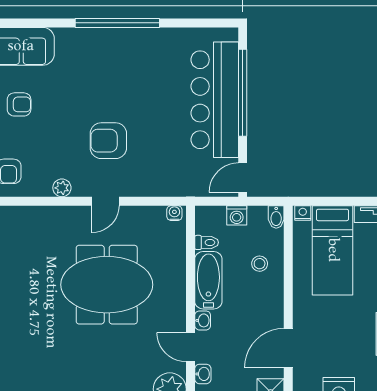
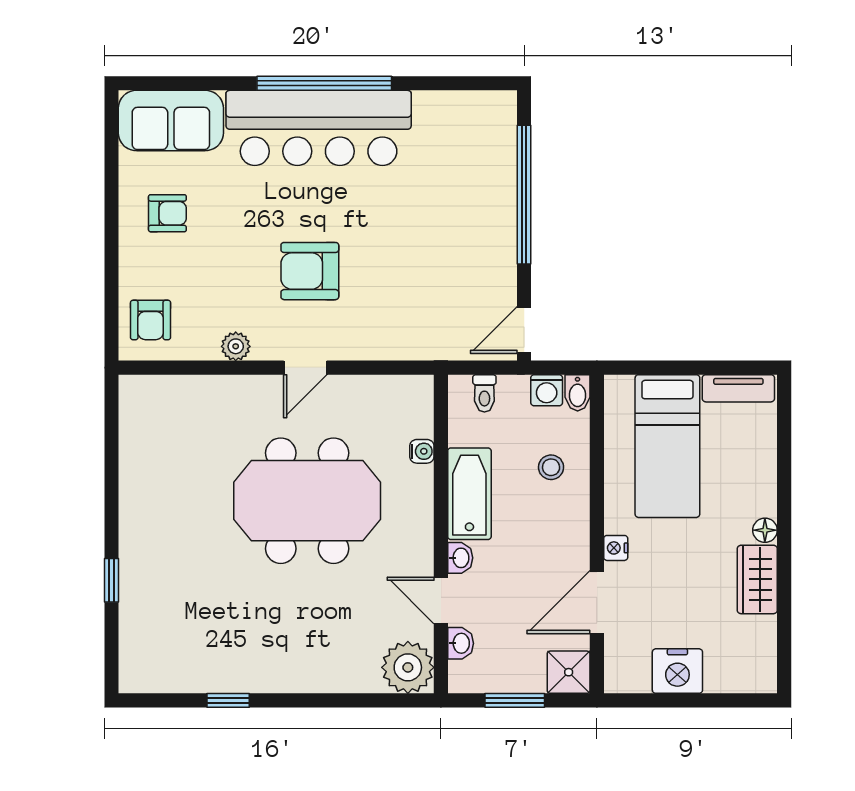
bar counter: (215, 100) -> (319, 128), moved, turned -90
water cooler: (174, 213) -> (422, 451), moved, turned 90
nightstand: (303, 213) -> (616, 548), moved, turned -90
washing machine: (237, 215) -> (547, 390), moved
toilet: (207, 242) -> (484, 393), moved, turned 90

